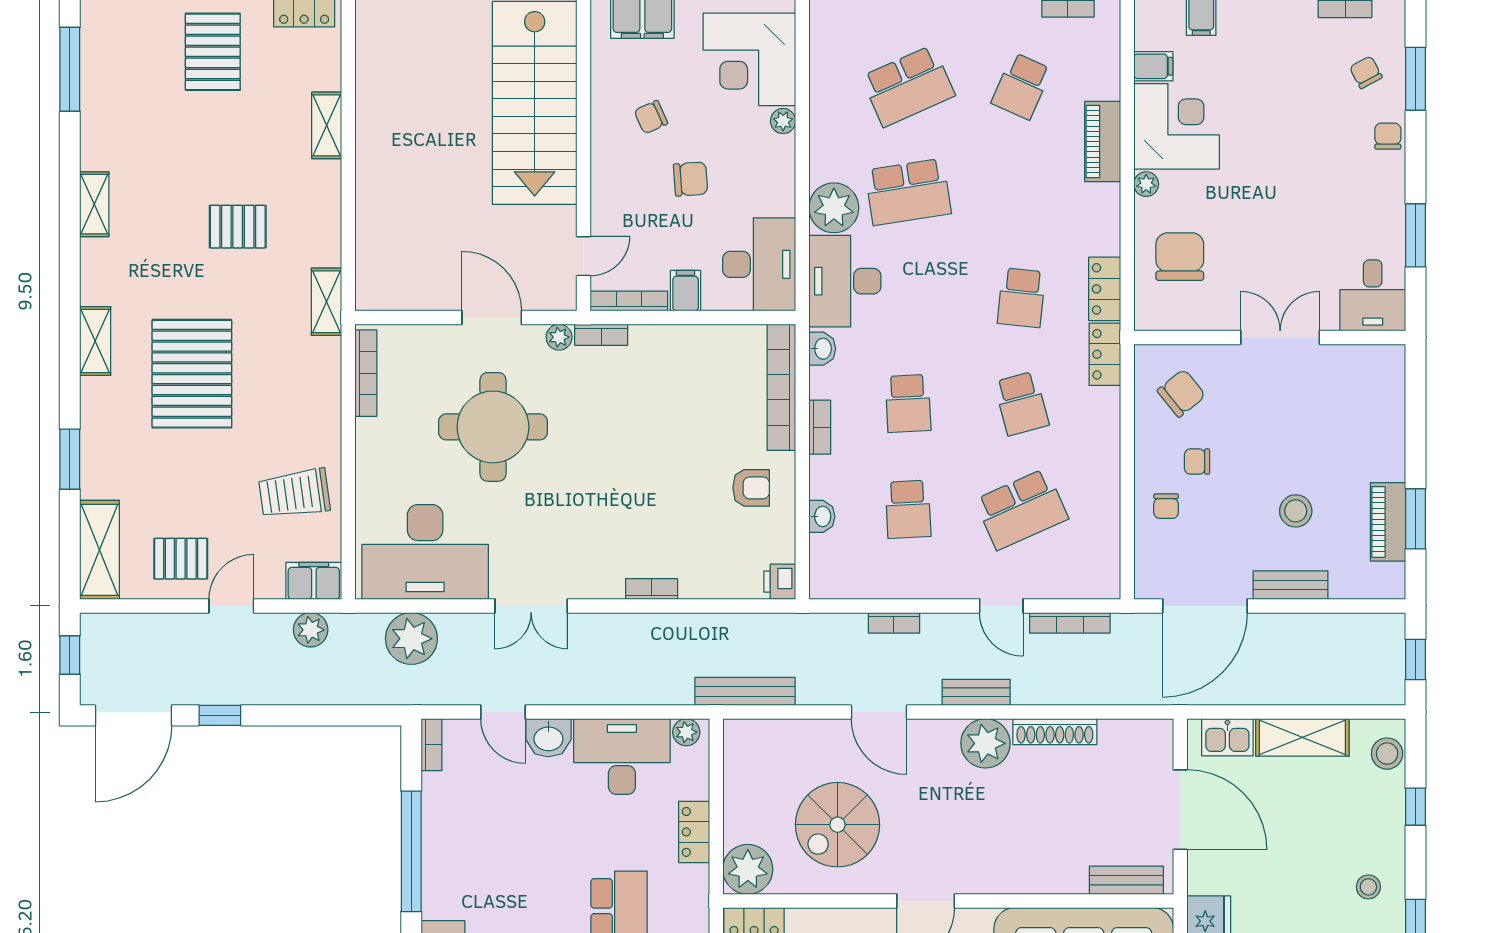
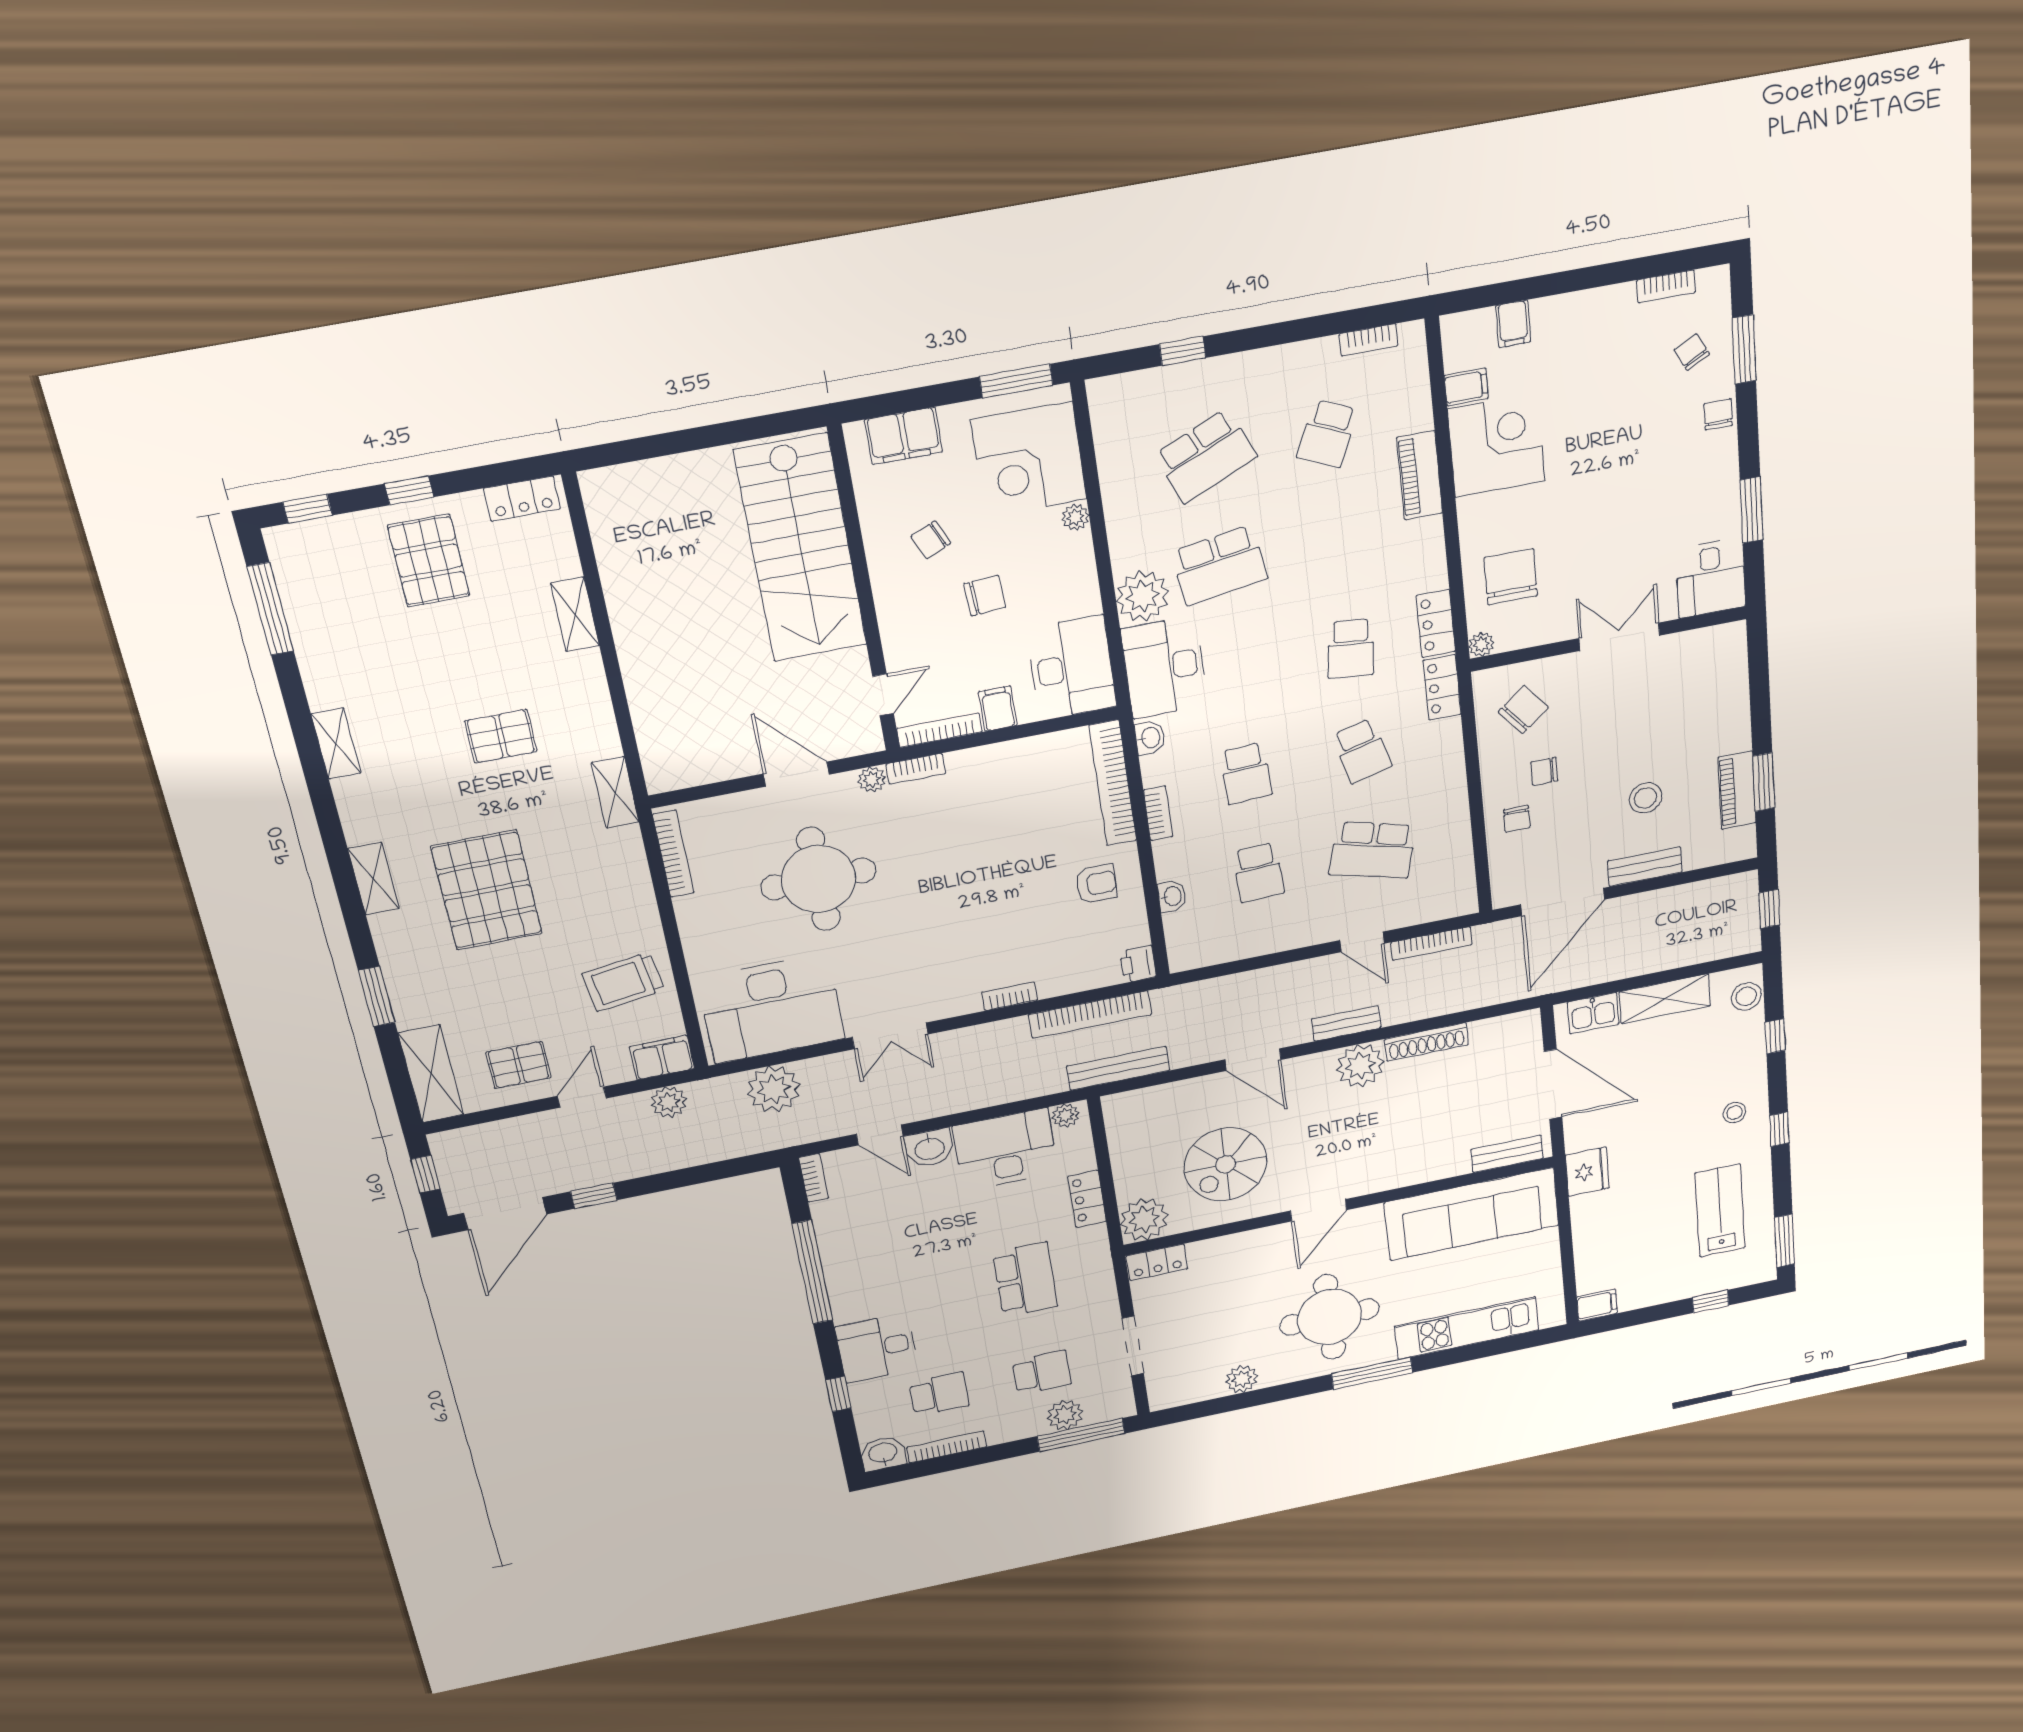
plant: (1146, 184) -> (1481, 644), moved
school desk: (1021, 509) -> (1373, 850), turned 39
bookcase: (894, 623) -> (1090, 1015), moved, width x2.31, depth x1.31

